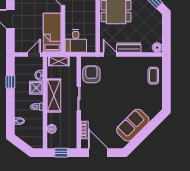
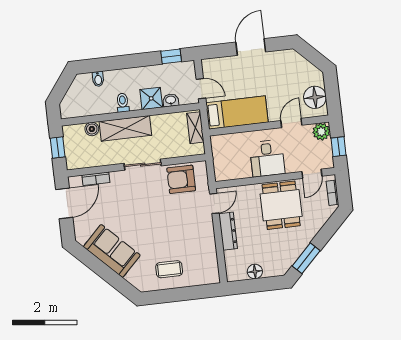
desk: (76, 41) -> (267, 158), moved, turned -90
floor lamp: (157, 48) -> (255, 271), moved
armchair: (91, 74) -> (181, 179), turned 180
coffee table: (153, 76) -> (169, 269), moved
window: (10, 82) -> (171, 56), moved
shelving: (54, 95) -> (125, 128), moved

